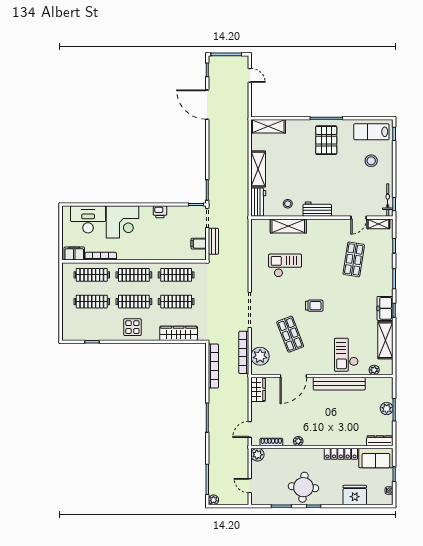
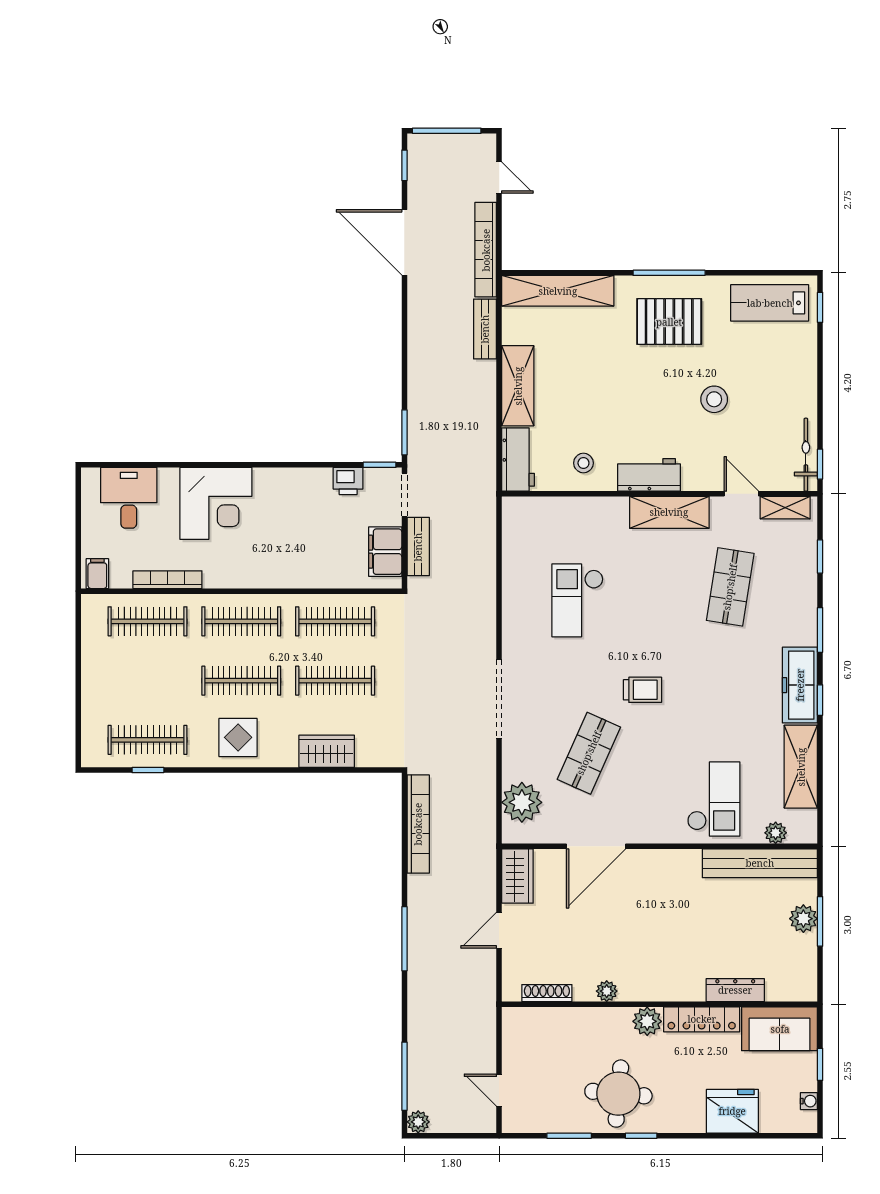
shelving: (268, 126) -> (558, 291), width x1.47
pallet: (326, 140) -> (669, 322), turned 90
bench: (243, 144) -> (485, 329), added
stool: (371, 161) -> (714, 399), moved
printer: (160, 212) -> (348, 481), moved
door: (359, 218) -> (741, 494), swing flipped
desk: (88, 219) -> (129, 498), width x0.73
shelving: (288, 226) -> (669, 512), moved
filing cabinet: (199, 244) -> (385, 552), width x2.00
filing cabinet: (74, 253) -> (97, 574), width x0.50
checkout: (285, 265) -> (577, 600), turned -90
clothes rail: (92, 302) -> (147, 740), moved
freezer: (385, 308) -> (800, 685), width x1.40
wardrobe: (179, 333) -> (327, 751), width x0.67
shop shelf: (290, 334) -> (589, 753), turned 45
bookcase: (244, 352) -> (486, 250), moved
checkout: (346, 355) -> (714, 799), turned 180
bench: (339, 384) -> (760, 863), moved
door: (250, 429) -> (499, 930), moved
dresser: (380, 441) -> (735, 990), moved
plant: (257, 455) -> (647, 1021), moved

